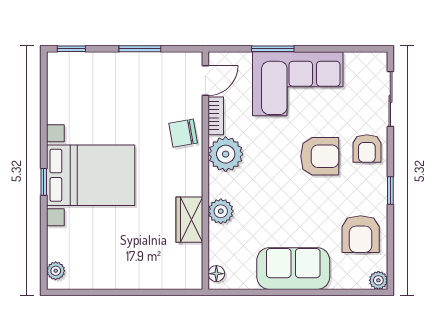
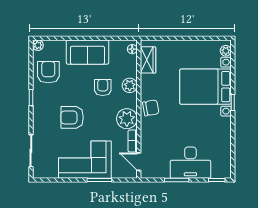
desk: (116, 79) -> (190, 163), added
door: (205, 80) -> (139, 162), hinge flipped
chair: (183, 133) -> (151, 108), moved
armchair: (367, 149) -> (103, 87), moved
bed with nightstands: (91, 175) -> (205, 87), moved
wardrobe: (189, 220) -> (148, 60), moved

